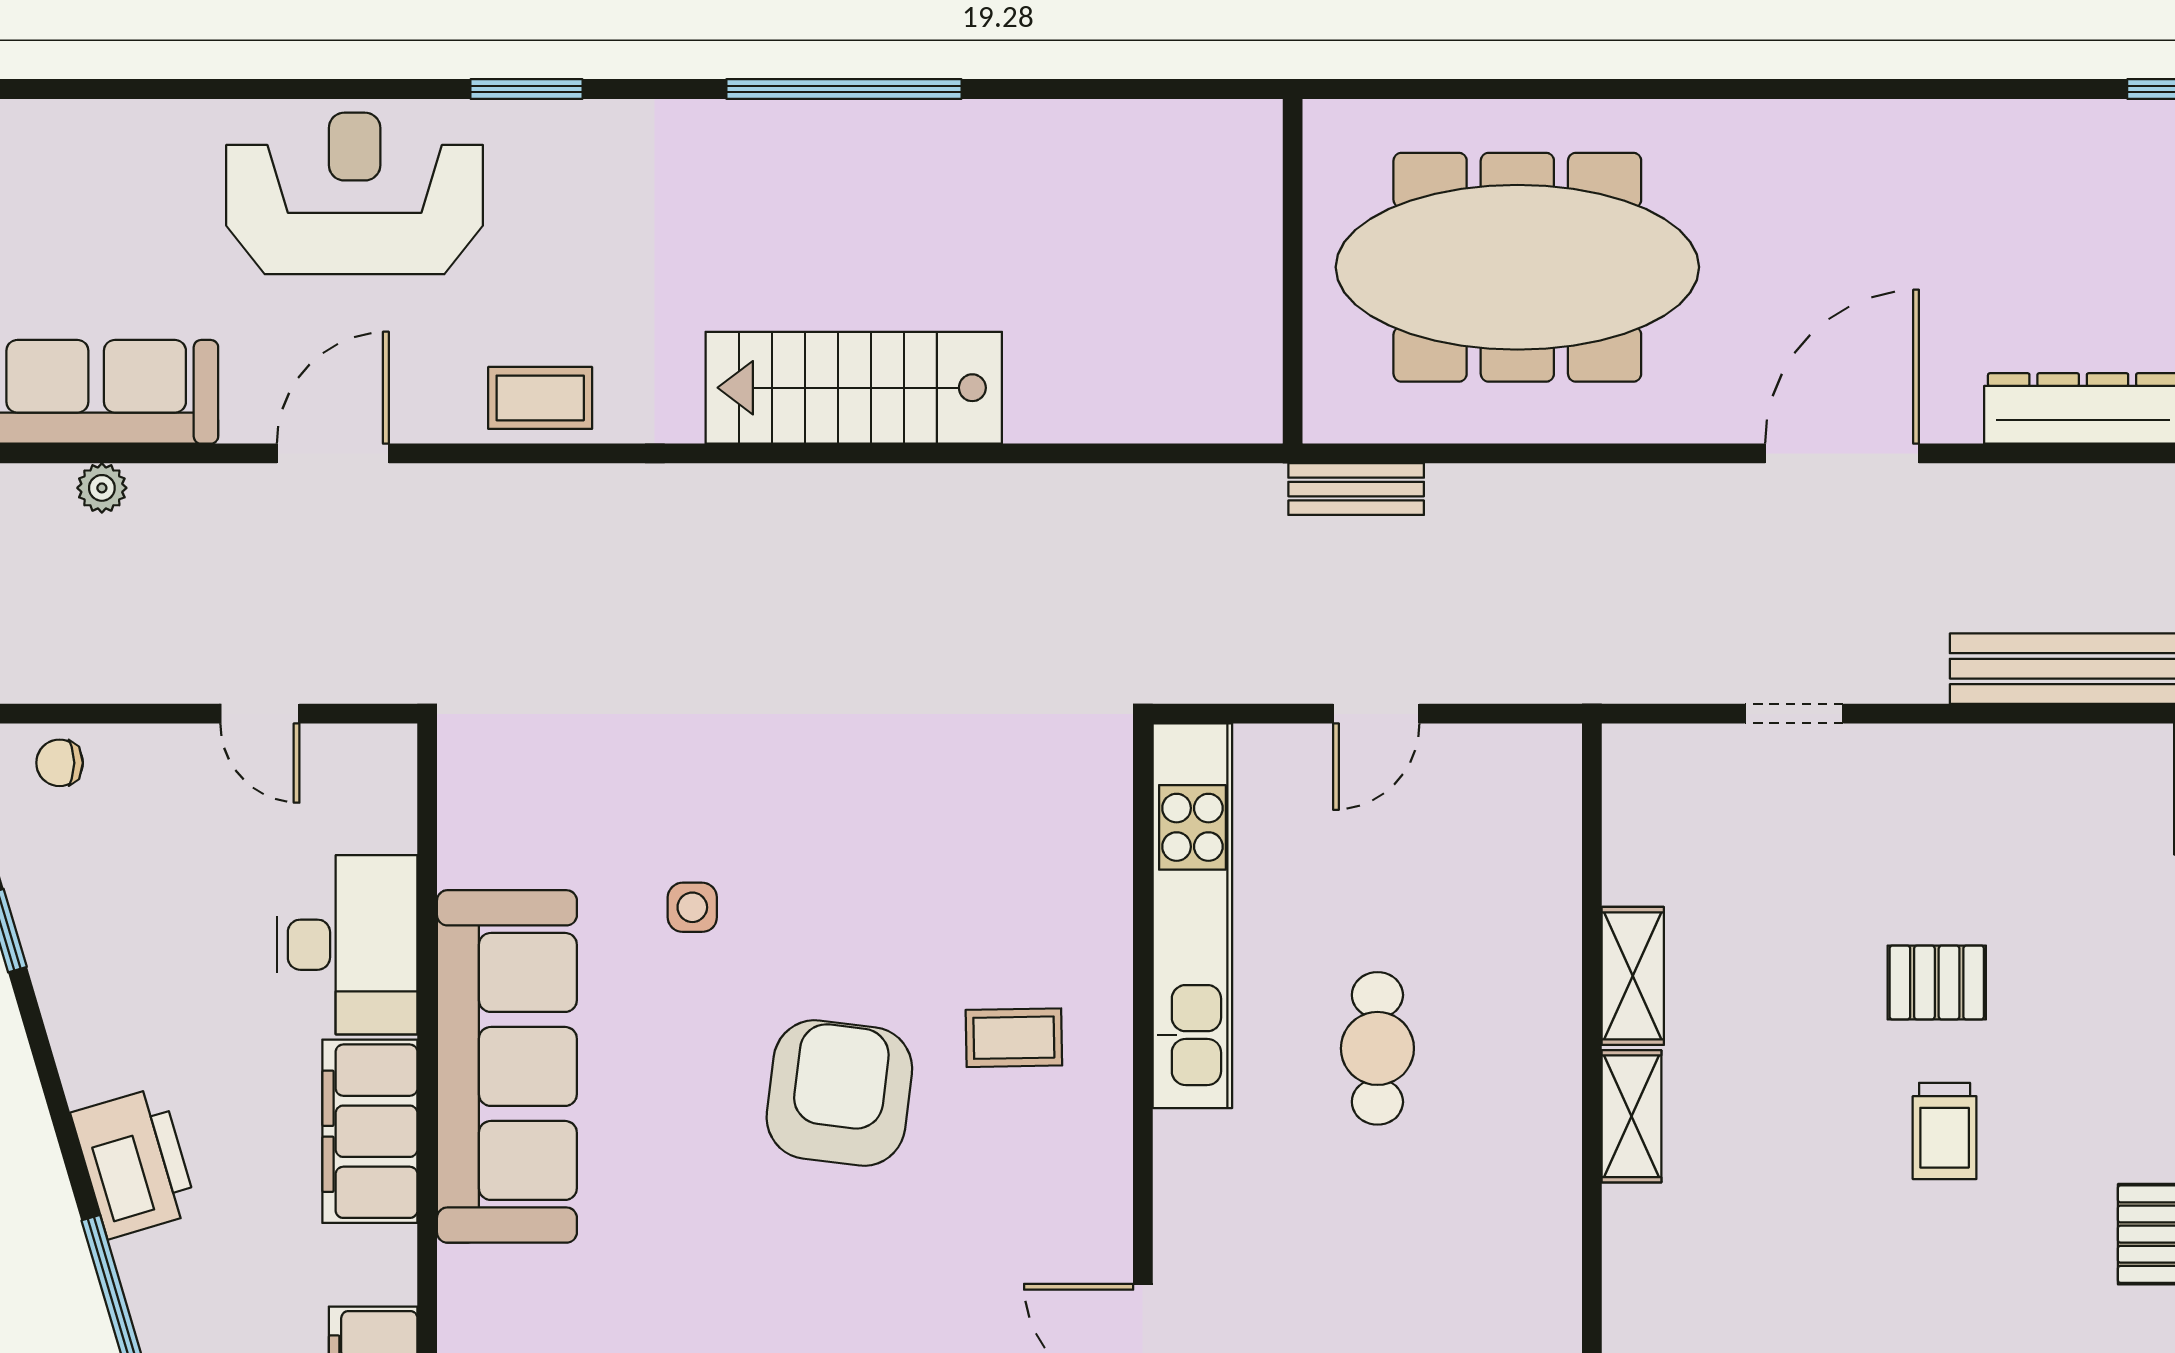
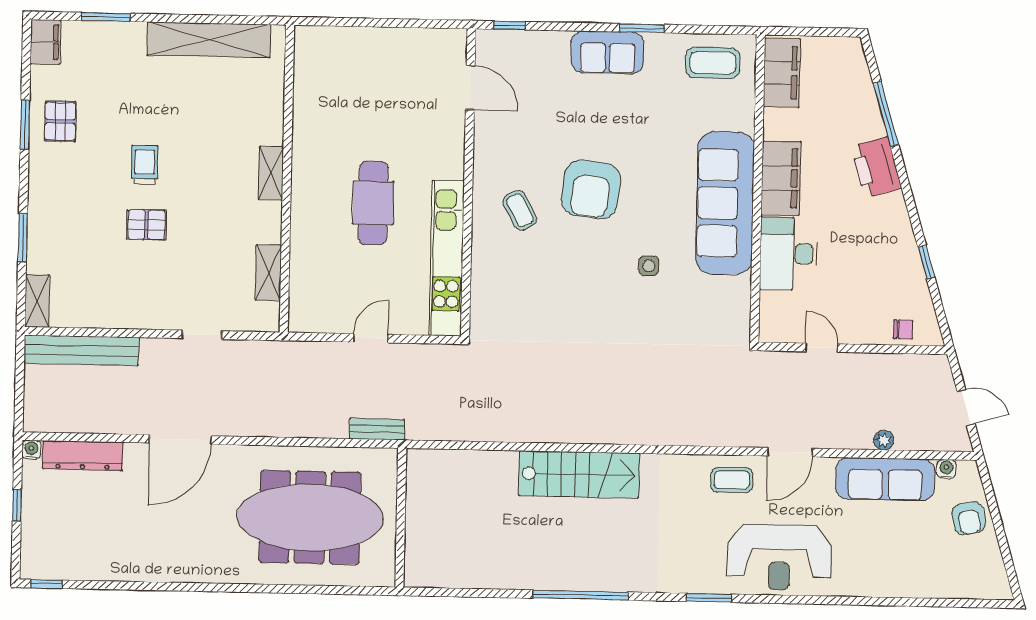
coffee table: (540, 398) -> (732, 480), moved
shelving: (1633, 976) -> (268, 273), moved
coffee table: (1014, 1038) -> (520, 210), turned 63
cafe table: (1377, 1048) -> (373, 203), width x1.37, depth x1.35

